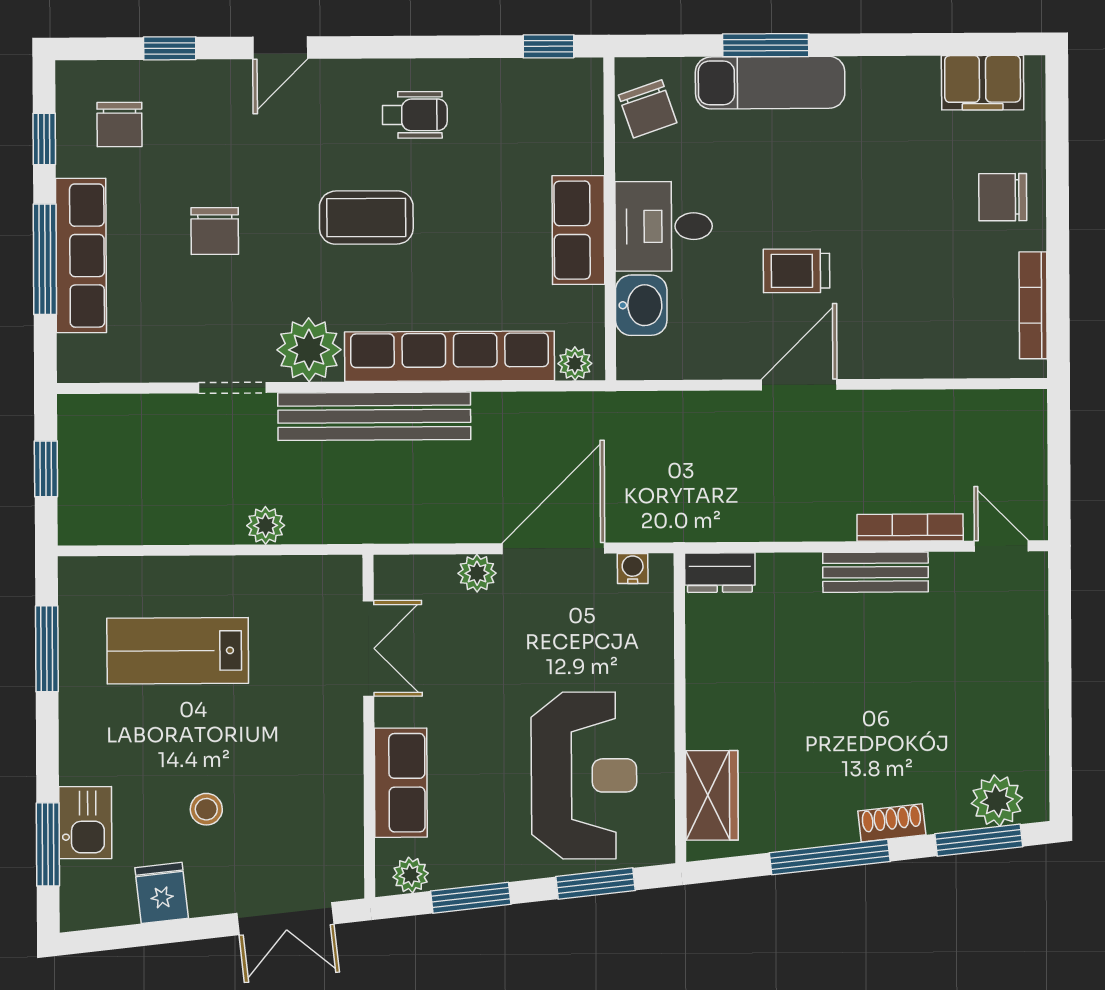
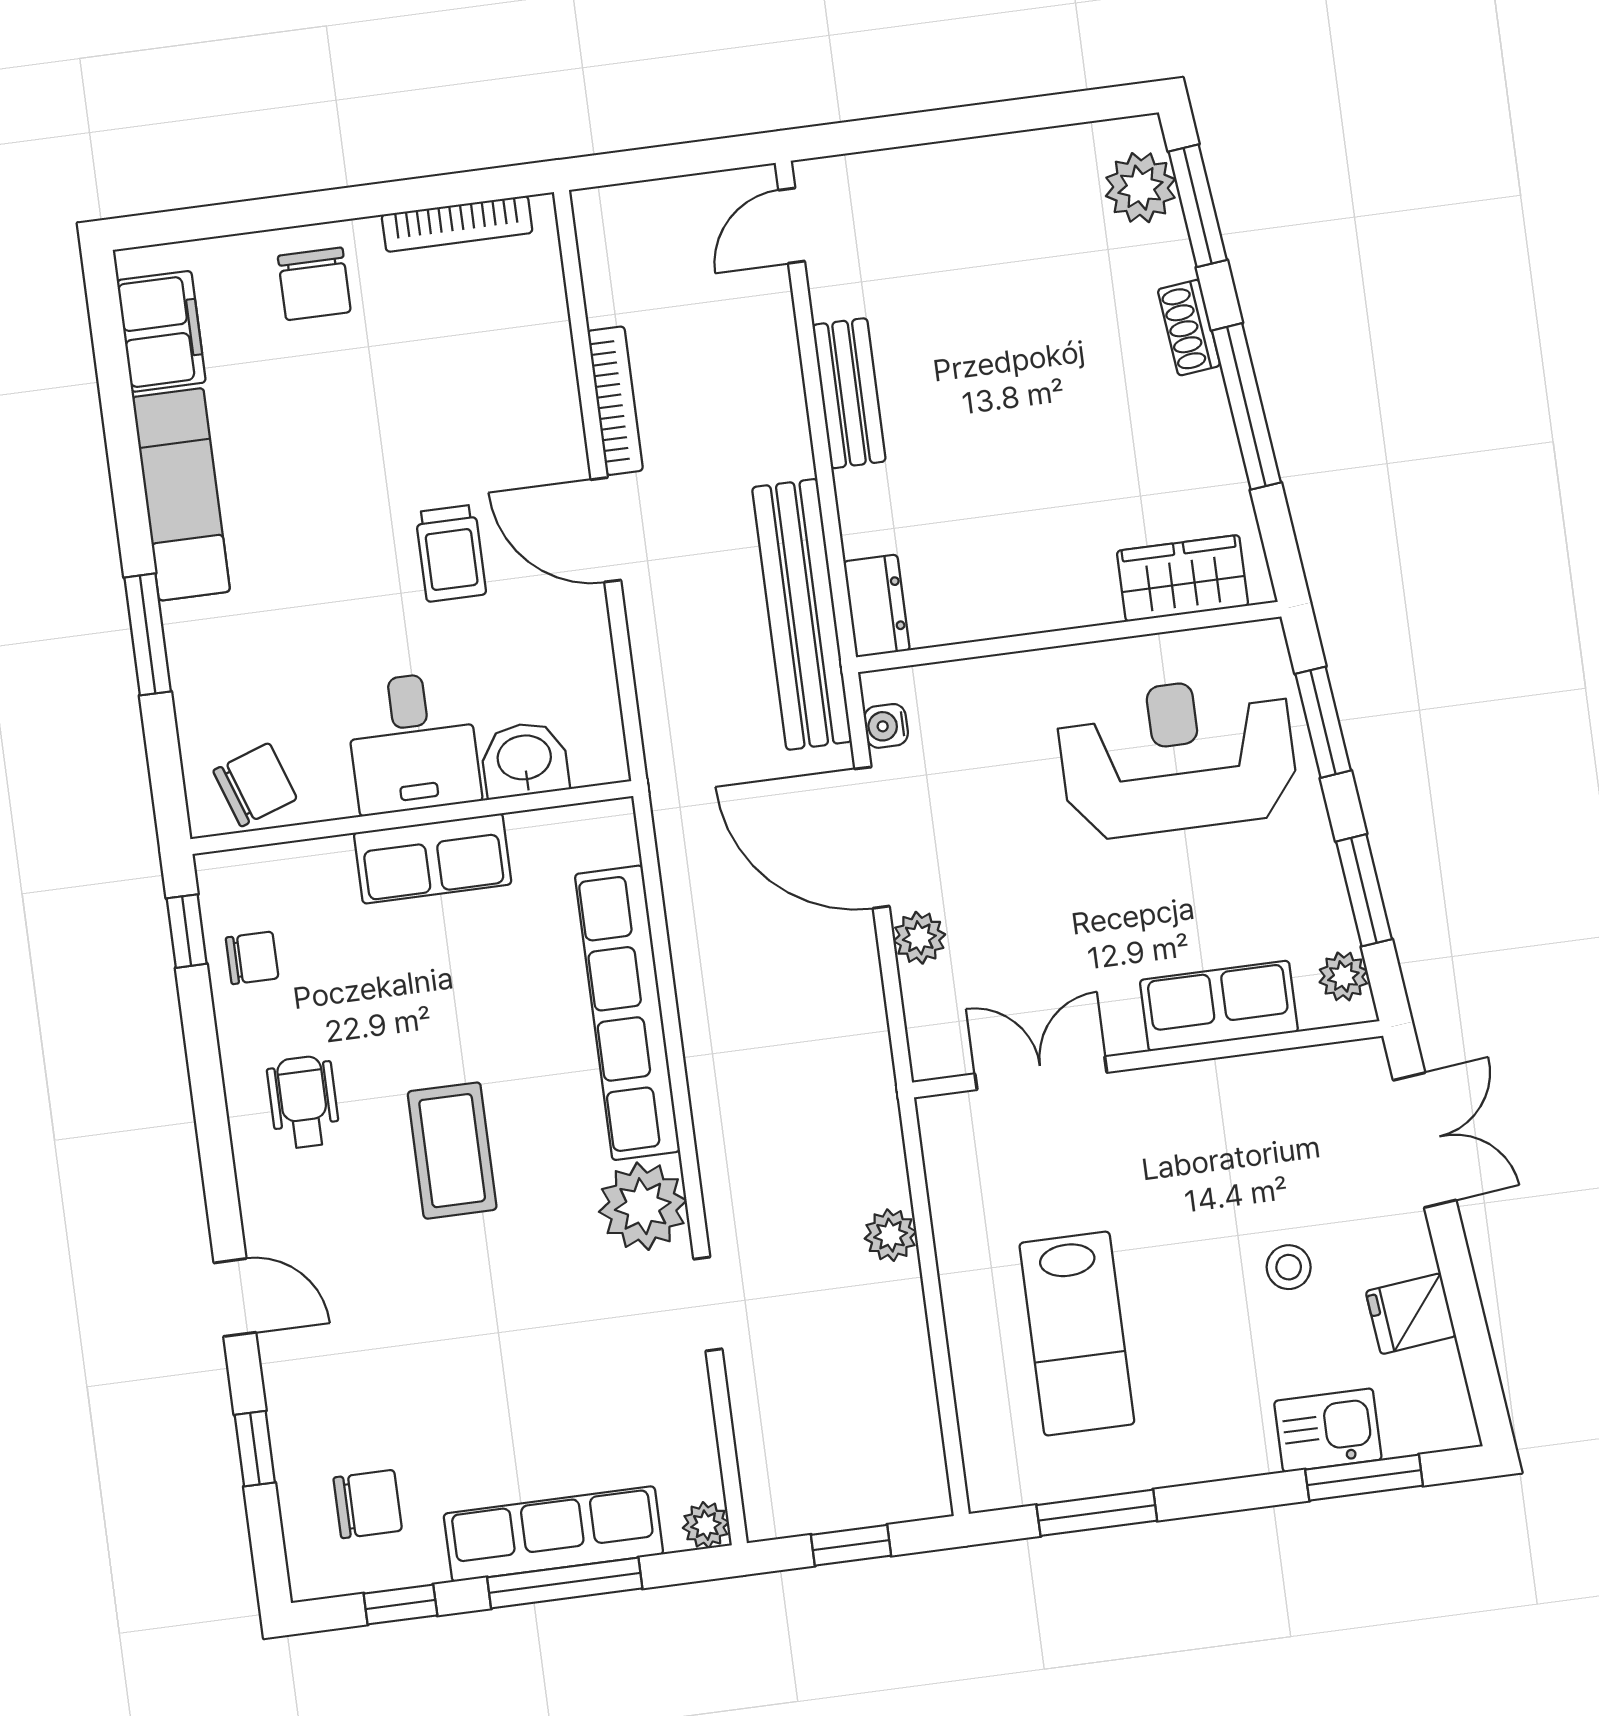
exam couch: (770, 83) -> (181, 494), moved
chair: (215, 231) -> (252, 958), moved, width x0.73, depth x0.73
plant: (575, 364) -> (706, 1525), moved
bench: (374, 416) -> (802, 614), moved
bookcase: (910, 528) -> (615, 401), moved, turned 180

